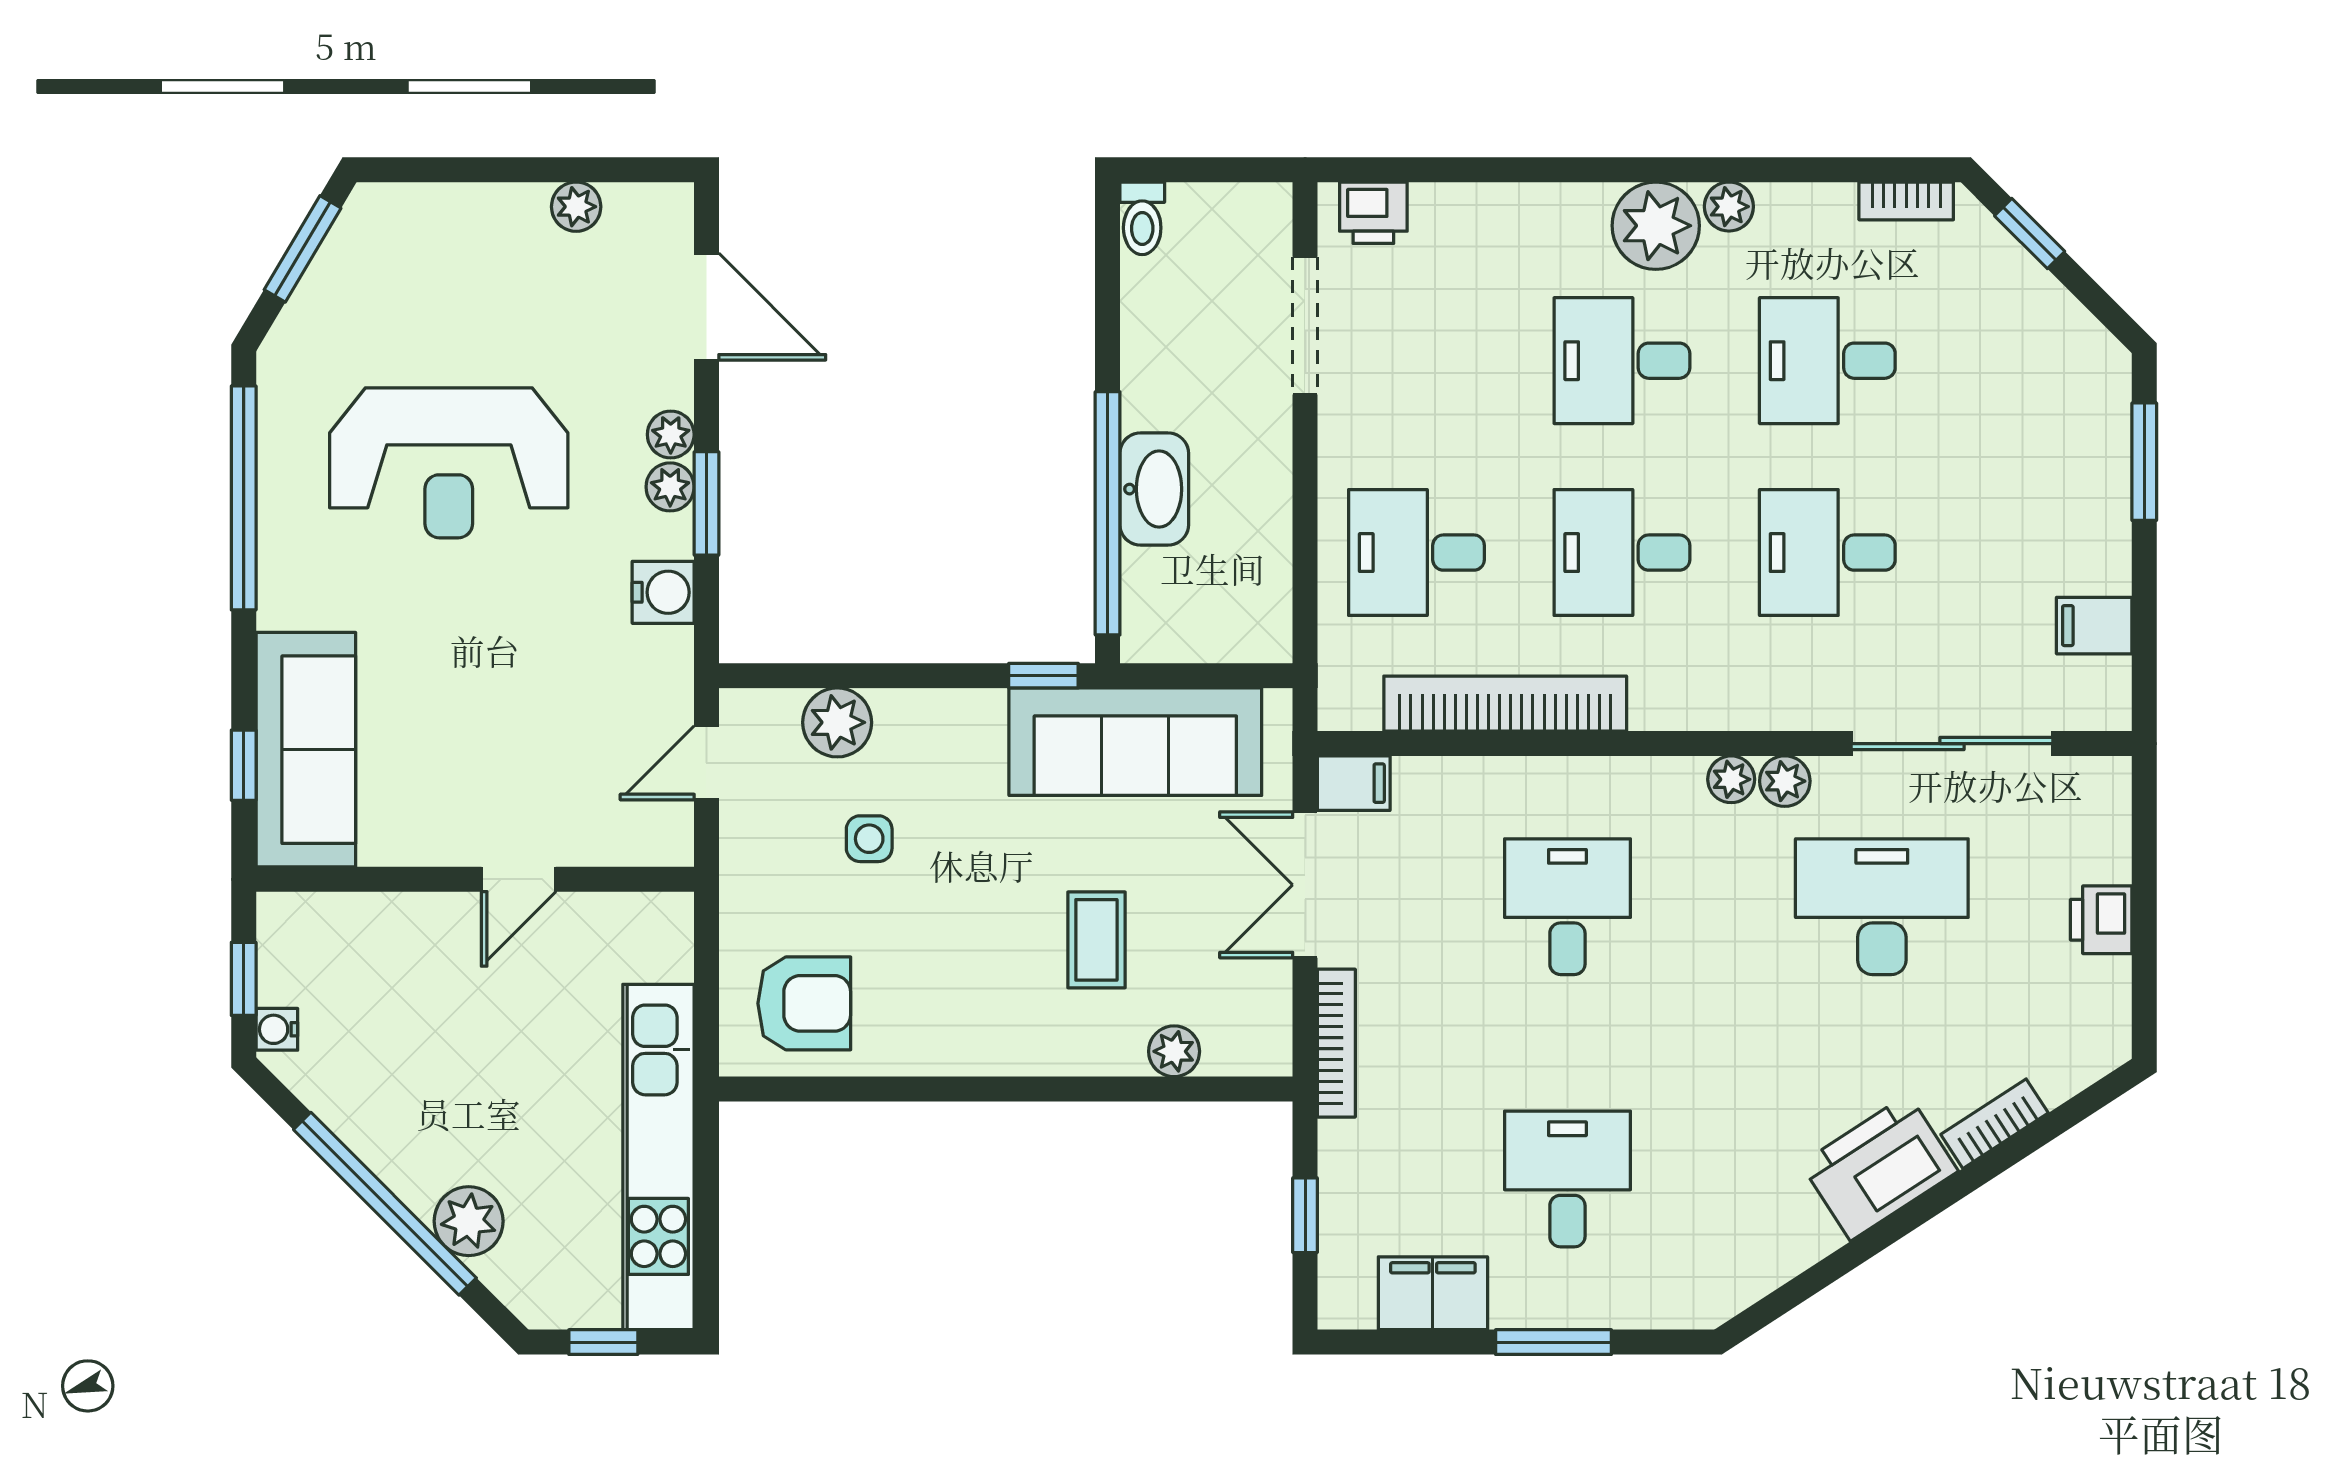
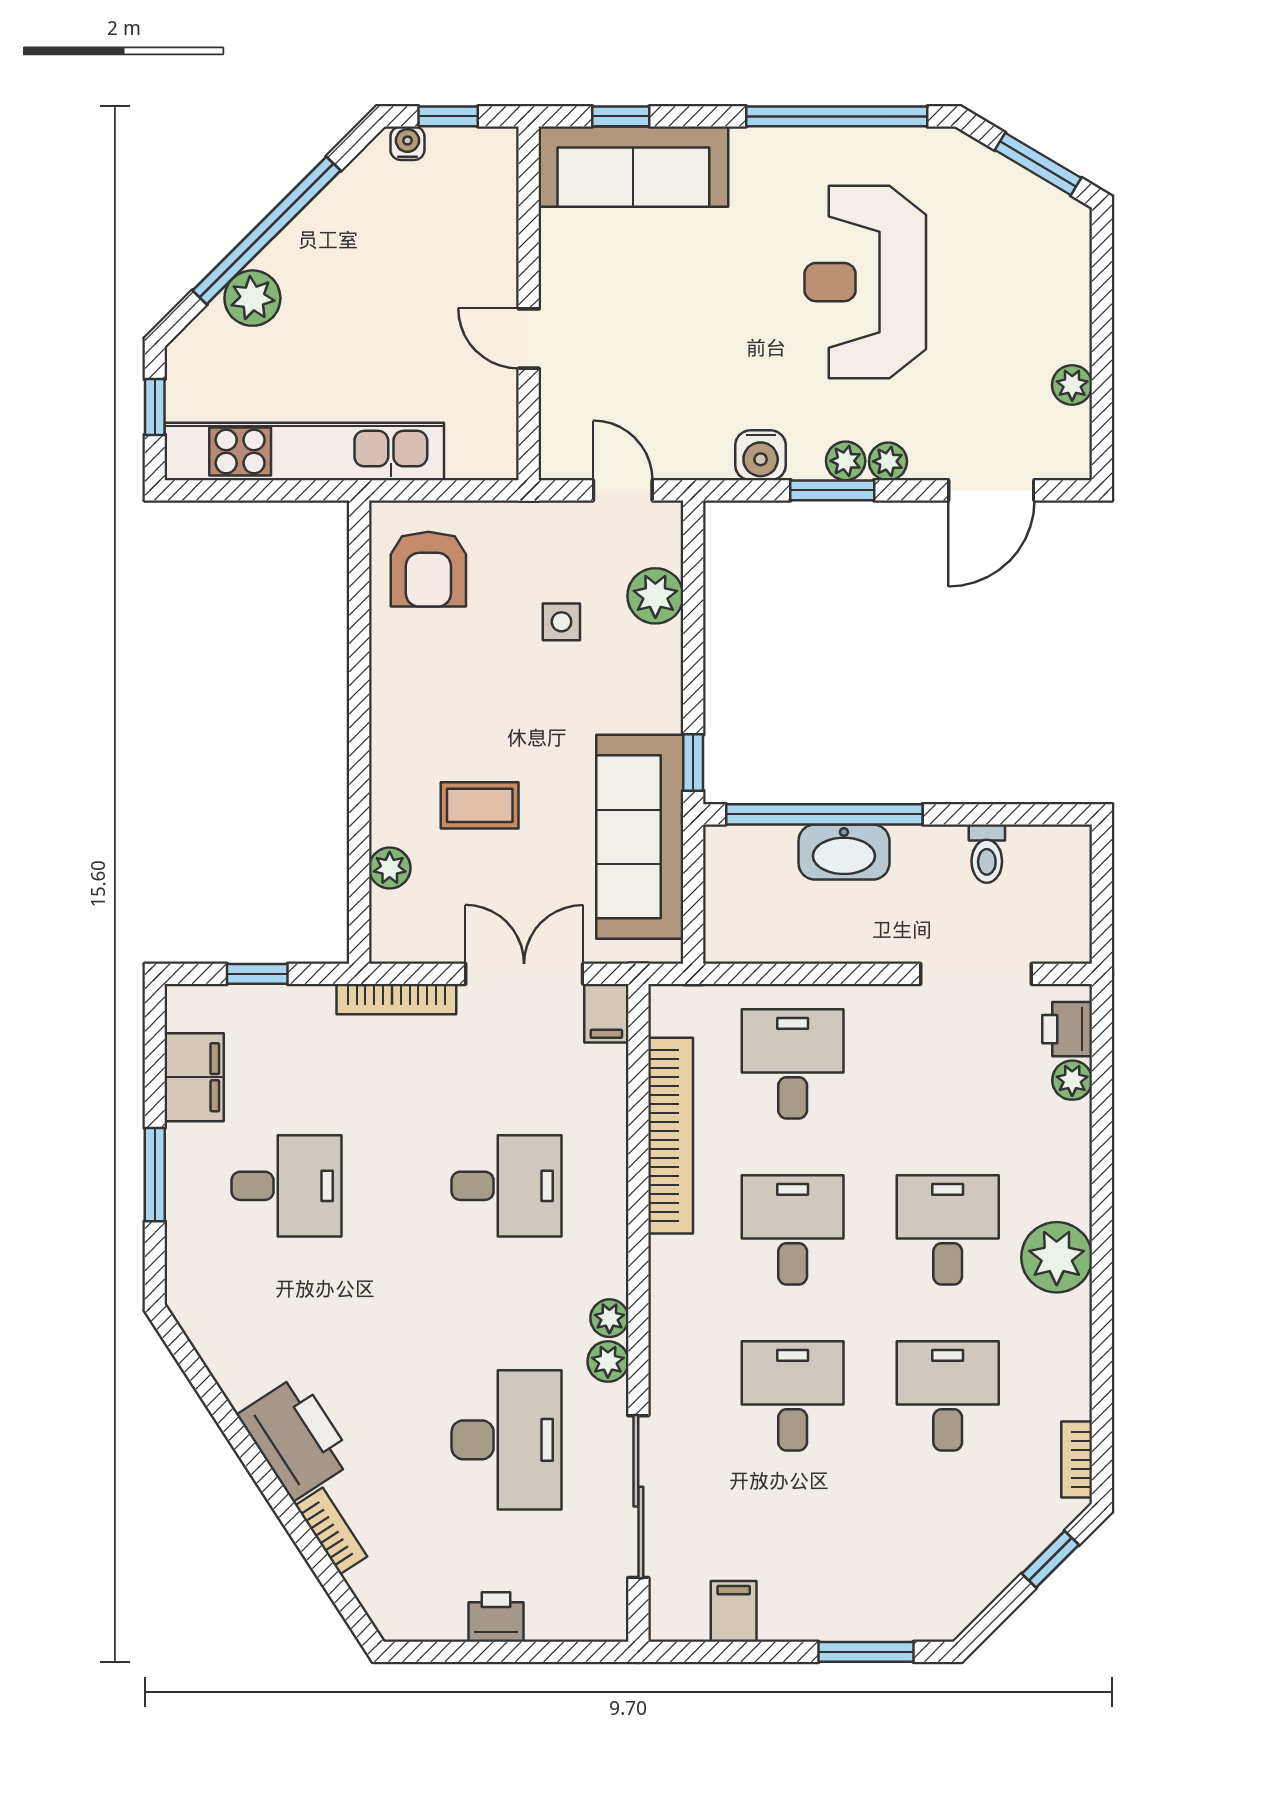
plant: (1729, 207) -> (1072, 1080), moved
toilet: (1142, 218) -> (987, 854), moved, turned -90

